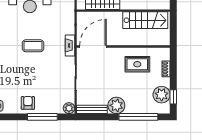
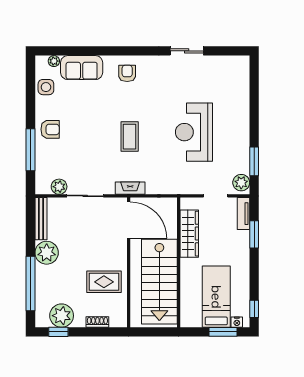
stairs: (145, 20) -> (159, 282), width x1.36, depth x1.51
rug: (137, 64) -> (104, 282), turned 90
plant: (69, 108) -> (59, 187), moved

